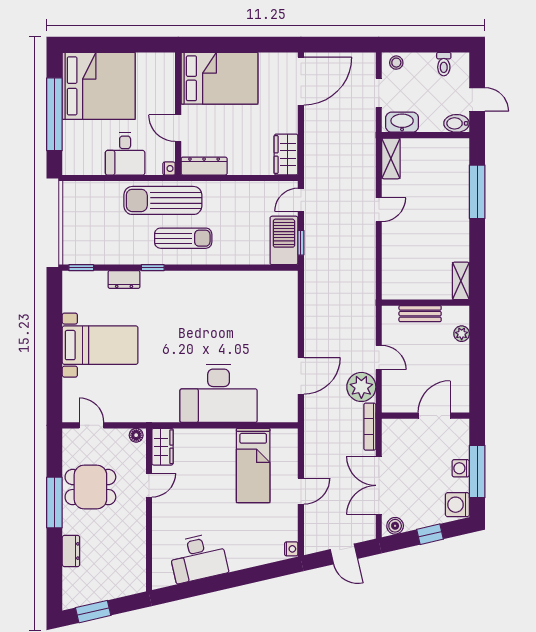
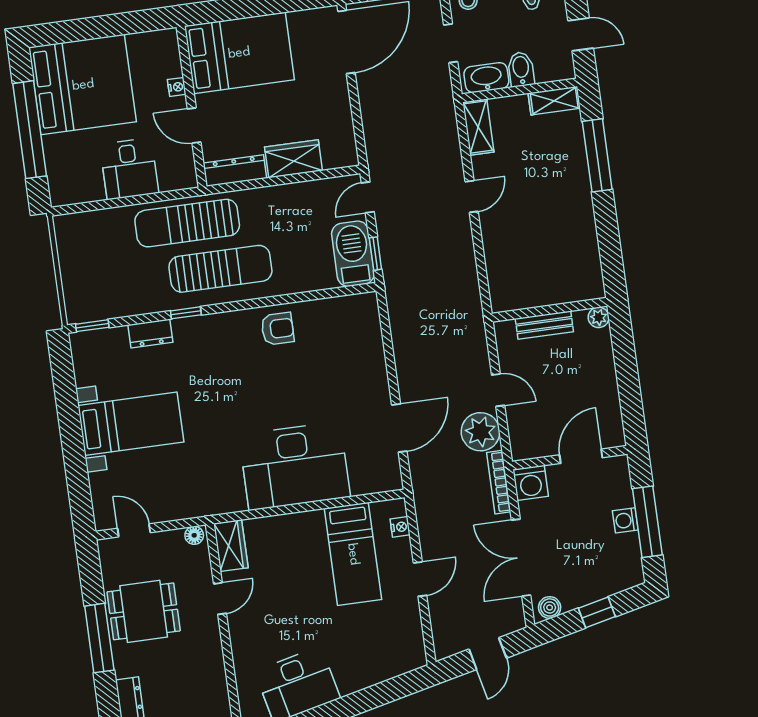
bidet: (457, 123) -> (521, 69), moved, turned 90
wardrobe: (286, 155) -> (293, 159), moved, turned 90
nightstand: (169, 169) -> (177, 87), moved
sun lounger: (183, 238) -> (220, 269), width x1.36, depth x1.34
shelving: (461, 281) -> (554, 101), moved, turned 90
armchair: (220, 289) -> (278, 329), added
plant: (462, 334) -> (599, 317), moved
washing machine: (457, 505) -> (531, 483), moved, turned -90
nightstand: (291, 549) -> (400, 527), moved
door: (344, 554) -> (488, 654), hinge flipped

